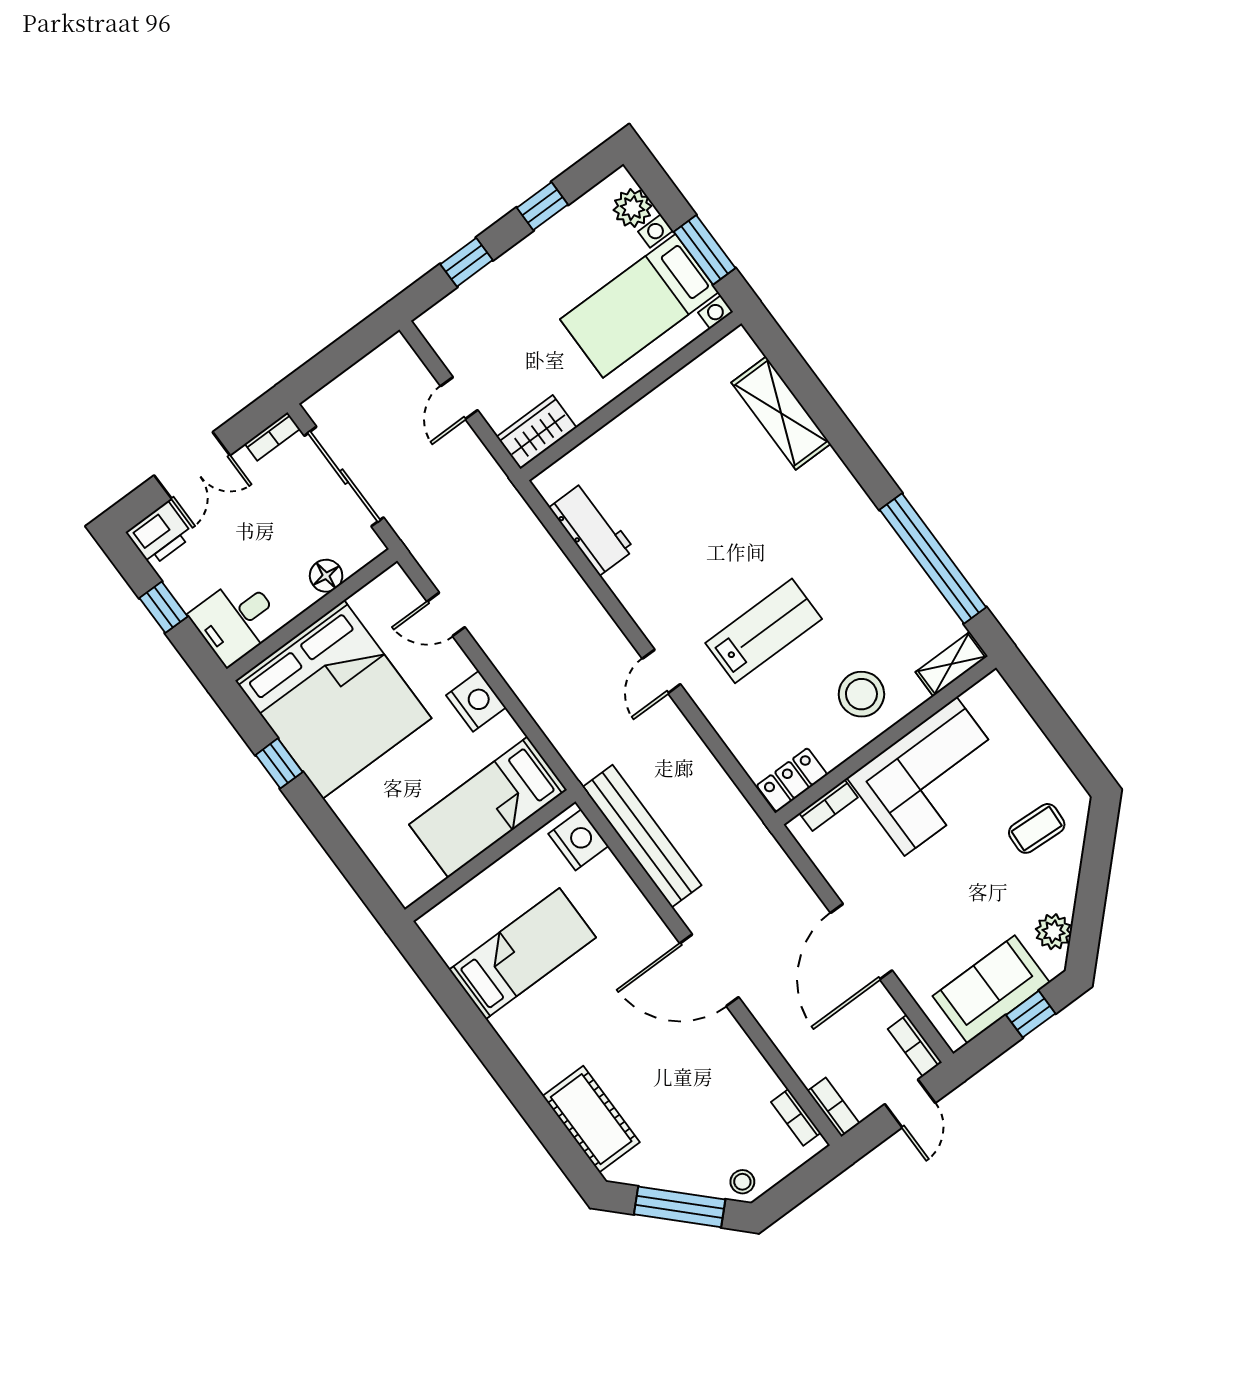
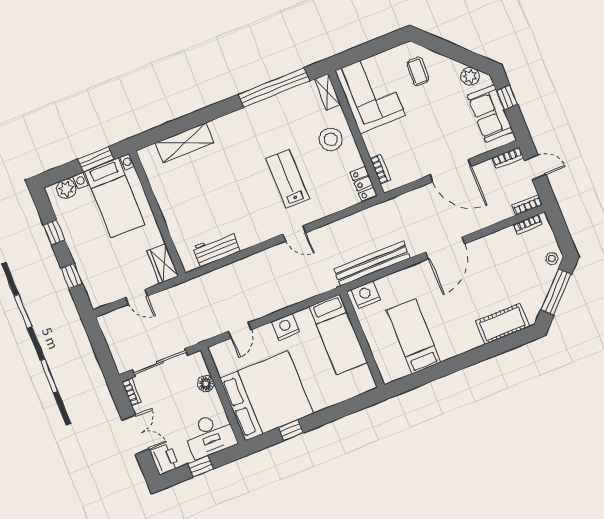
desk: (236, 620) -> (210, 435), width x1.37
corner sofa: (931, 776) -> (370, 93), moved

